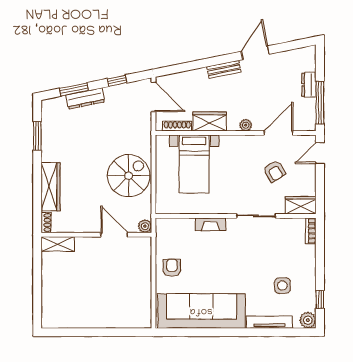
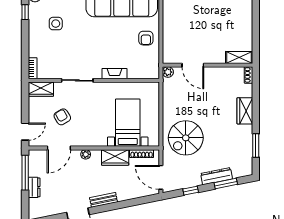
spiral stairs: (129, 176) -> (186, 138), moved
wardrobe: (51, 187) -> (245, 111), width x0.67

